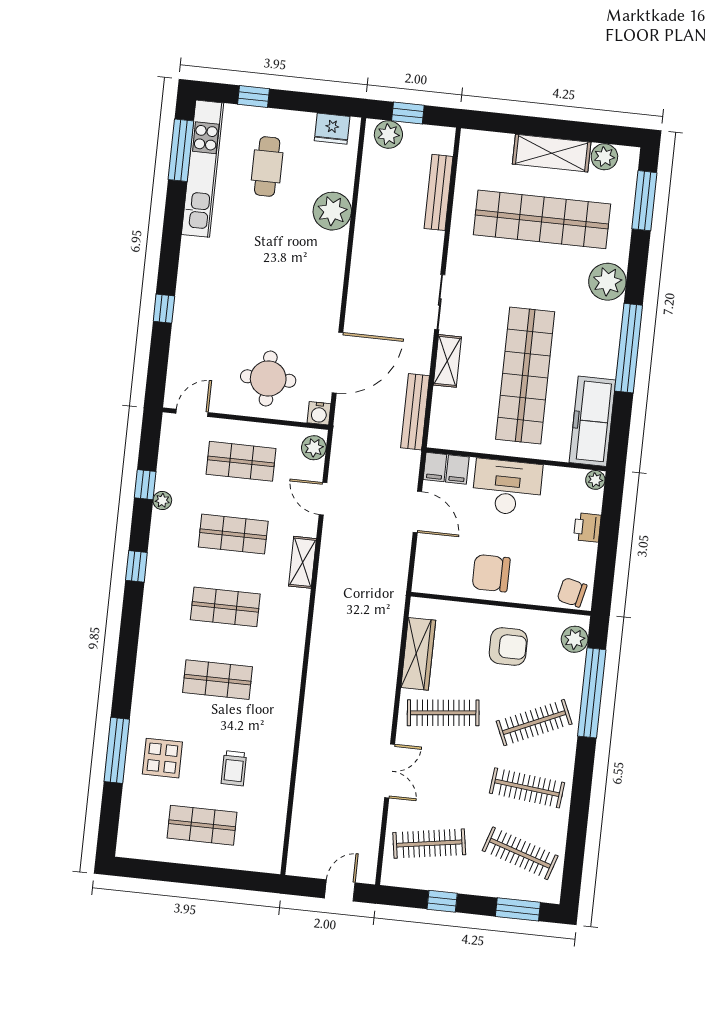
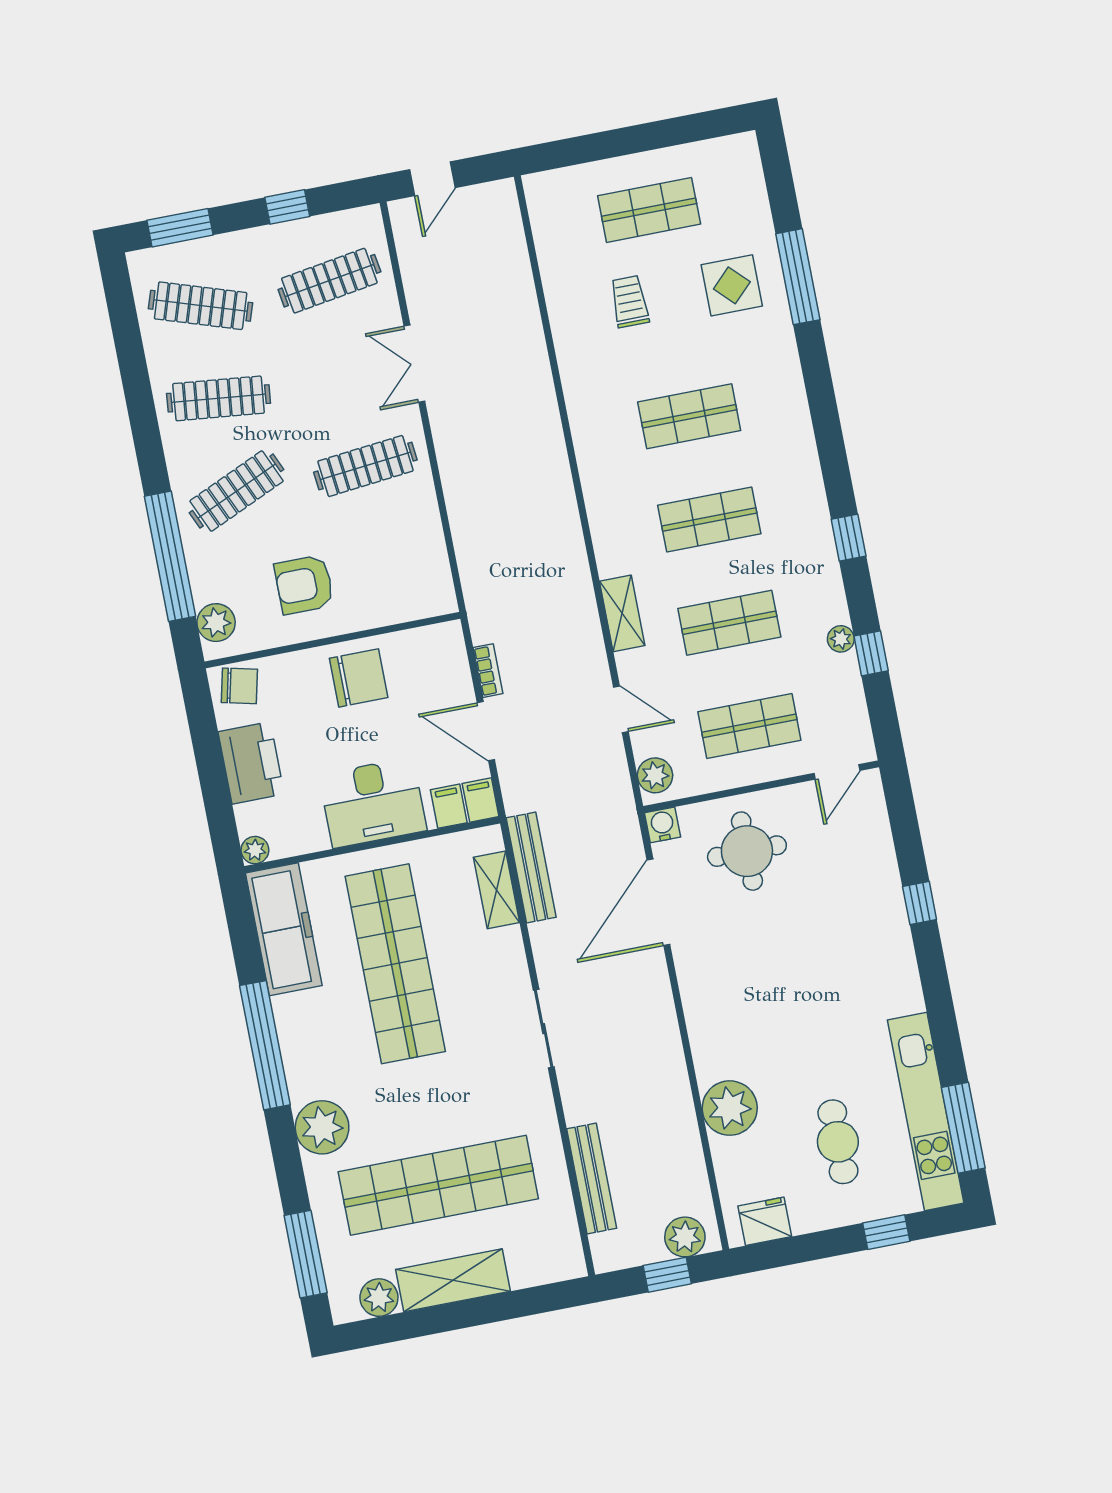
shelving: (447, 361) -> (496, 890), moved
printer: (587, 527) -> (251, 763), width x1.87, depth x1.48
bookcase: (404, 552) -> (488, 671), added
wardrobe: (418, 654) -> (425, 536), removed

